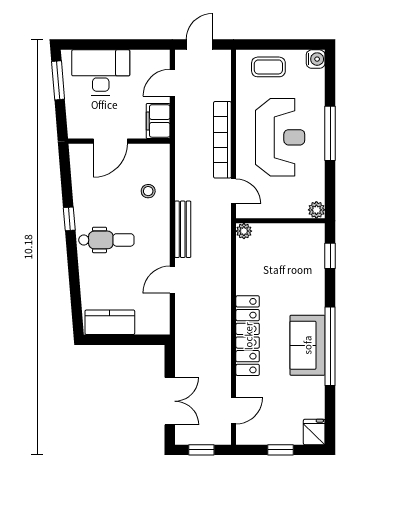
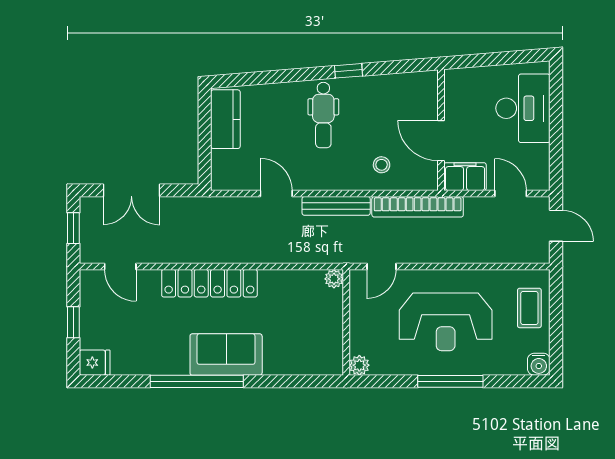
window: (58, 80) -> (514, 57), removed
bookcase: (222, 140) -> (418, 207), moved, turned 180
door: (110, 141) -> (441, 141), moved
window: (330, 256) -> (304, 381), removed
sofa: (307, 345) -> (226, 355), moved

